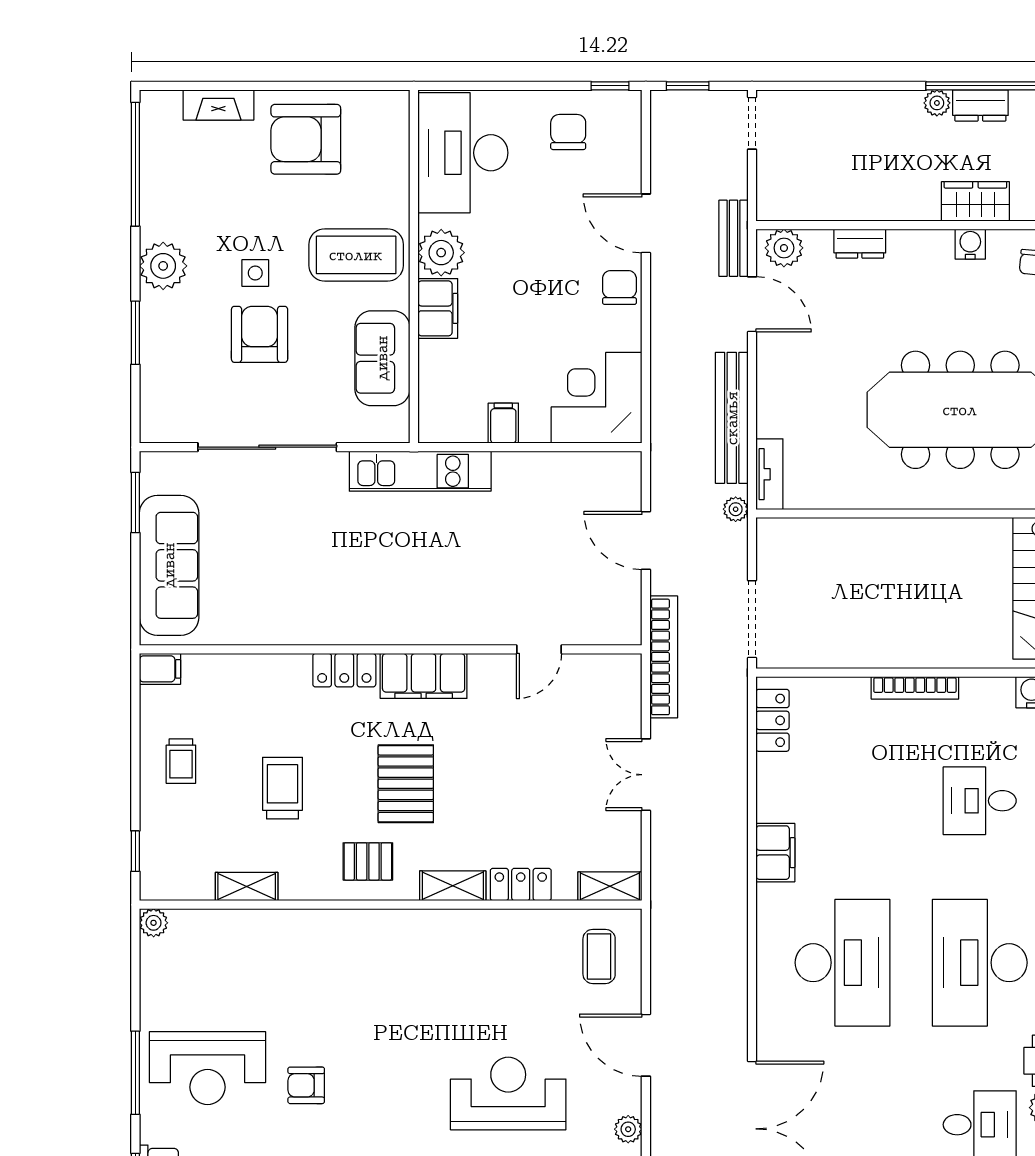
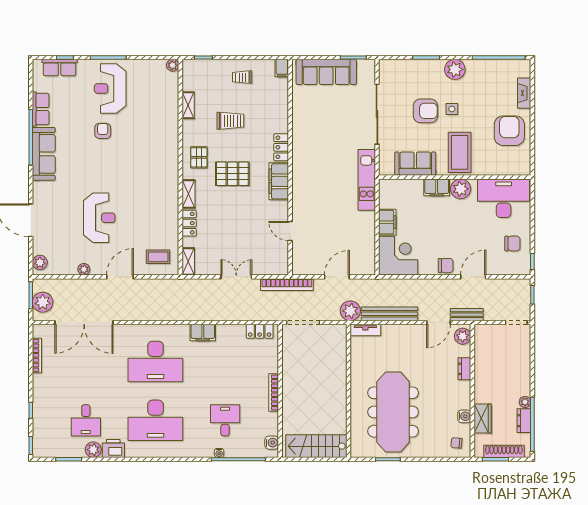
filing cabinet: (503, 423) -> (387, 222), width x2.00
plant: (736, 509) -> (350, 311), width x1.87, depth x1.87
desk: (980, 963) -> (155, 420), turned 180

